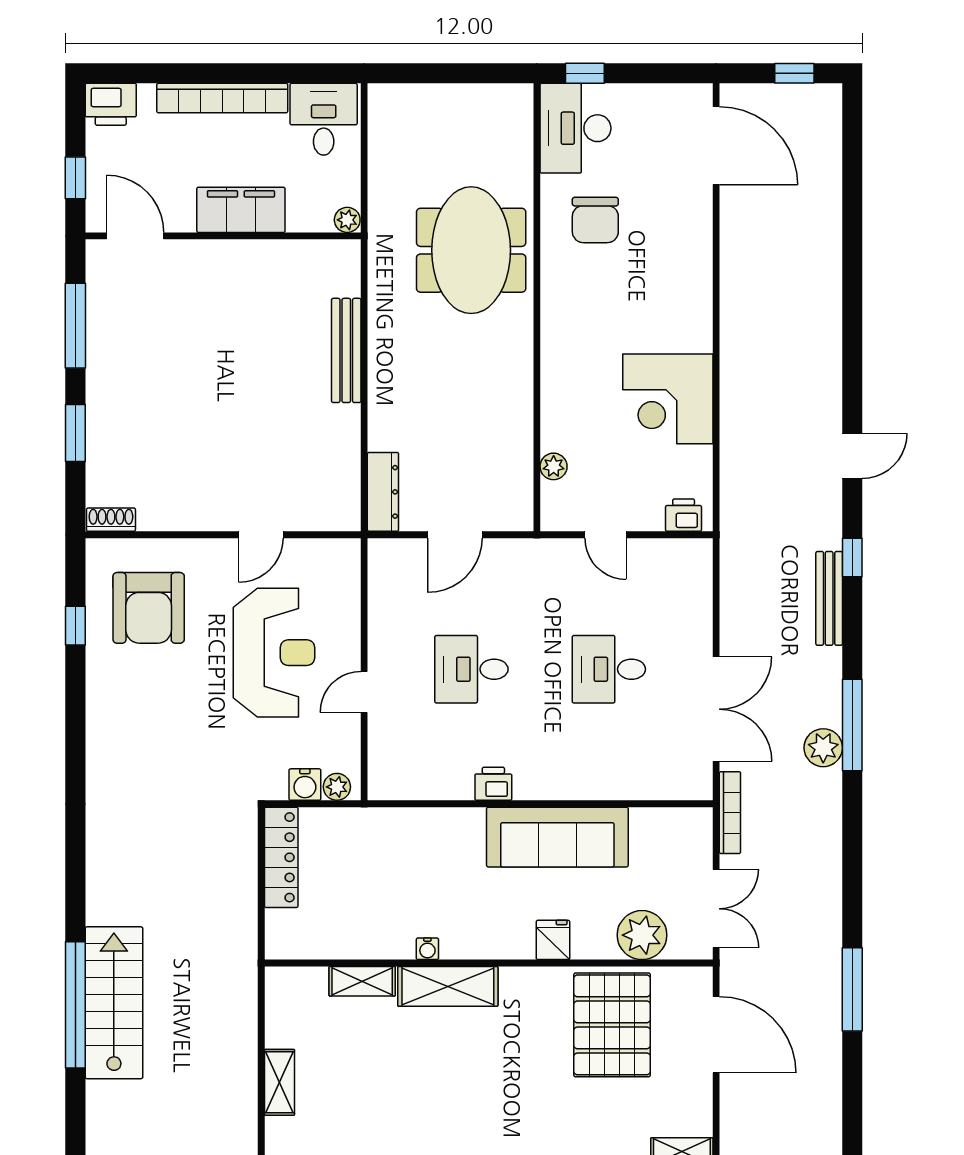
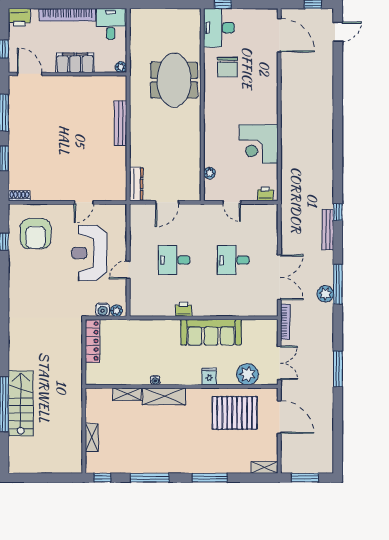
door: (852, 456) -> (338, 32), moved
reception desk: (274, 653) -> (89, 253), turned 180
window: (852, 989) -> (338, 369), moved
pallet: (612, 1025) -> (235, 413), turned 90

